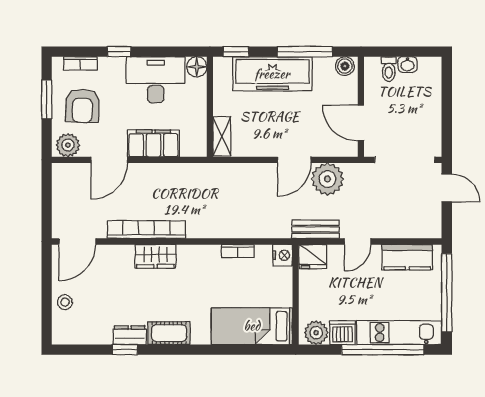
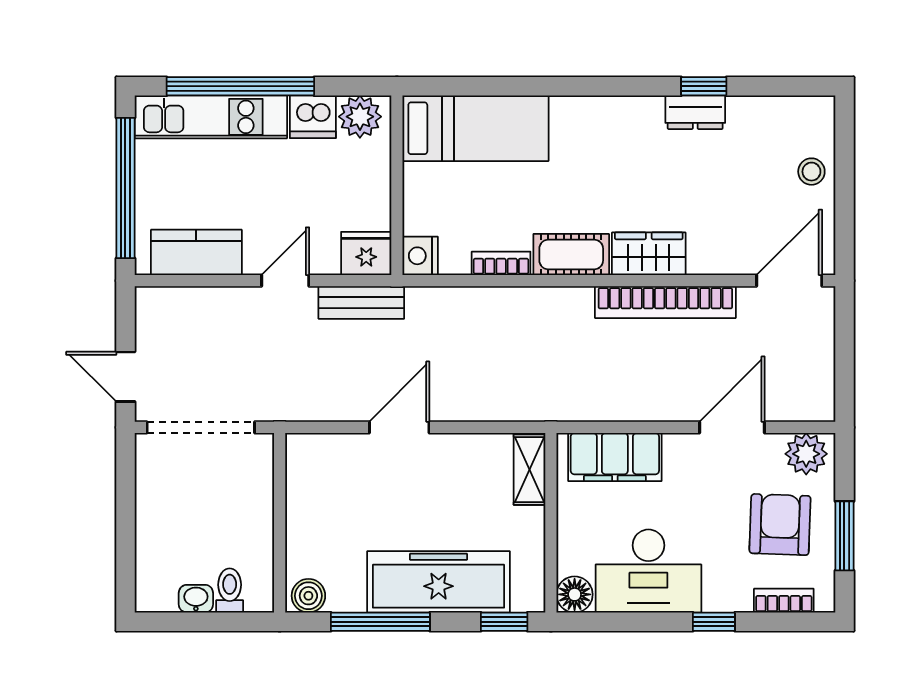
door: (361, 123) -> (280, 493), removed
filing cabinet: (153, 143) -> (615, 457), moved
plant: (327, 179) -> (340, 393), removed
cot: (169, 333) -> (571, 255), moved

